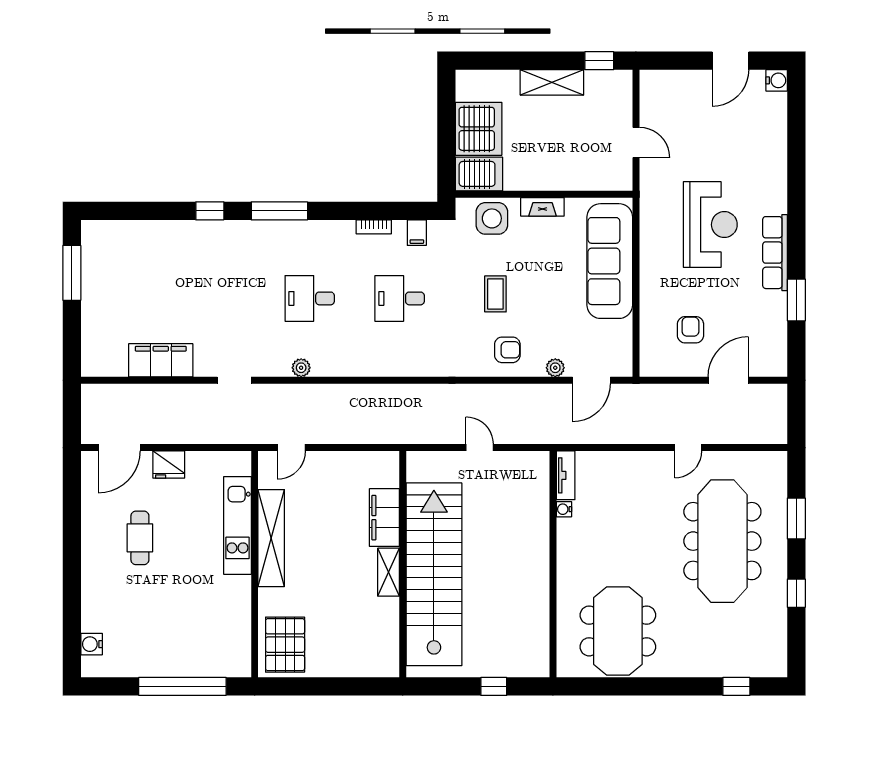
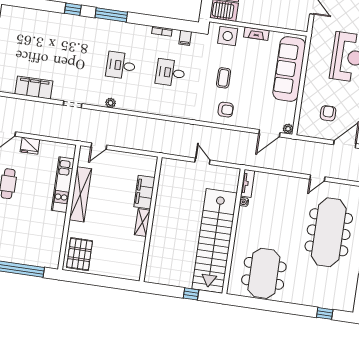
plant: (555, 368) -> (288, 129), moved
stairs: (434, 574) -> (214, 241), moved, turned 180

